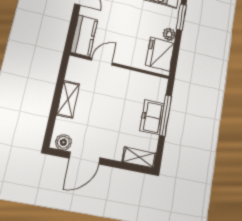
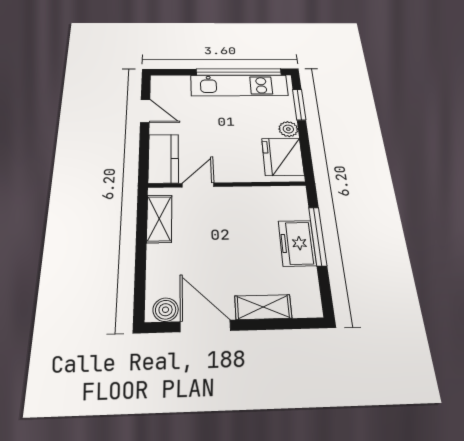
shelving: (68, 99) -> (159, 219), moved
shelving: (139, 157) -> (263, 307), moved
door: (85, 158) -> (205, 326), swing flipped

